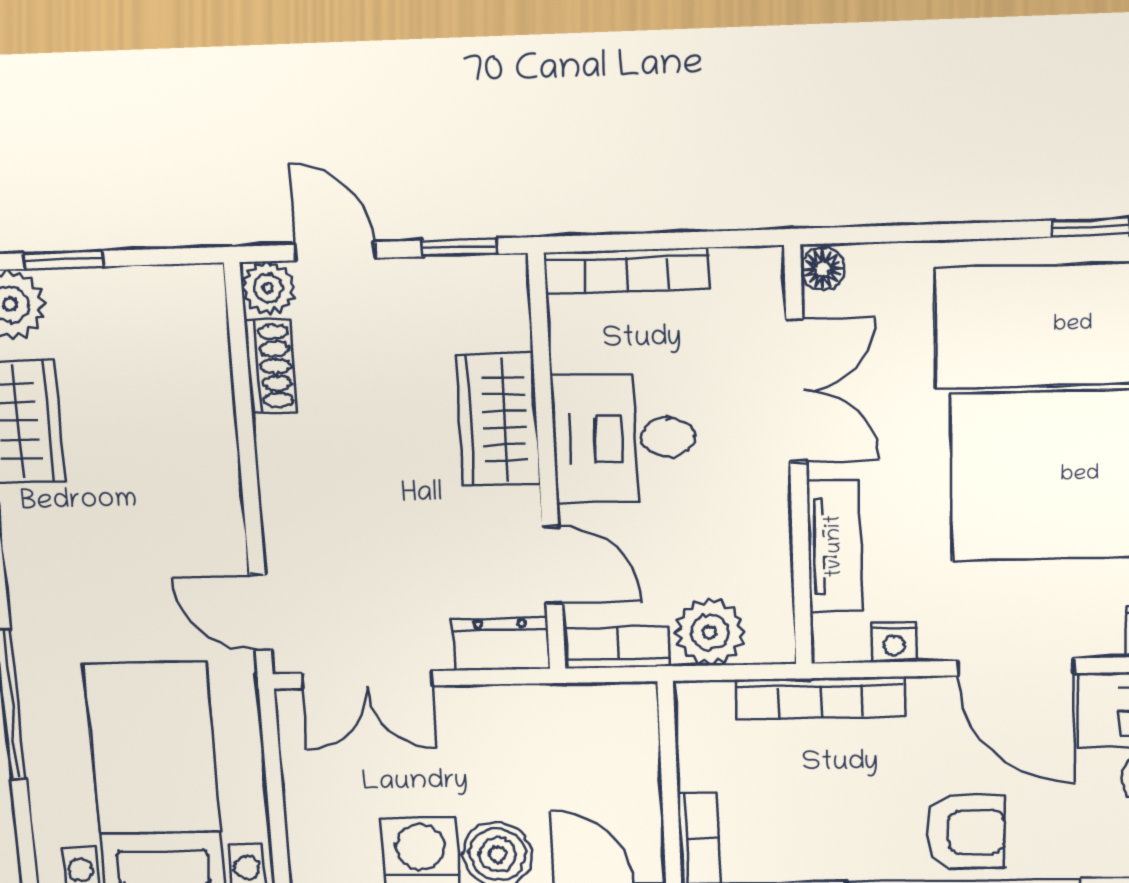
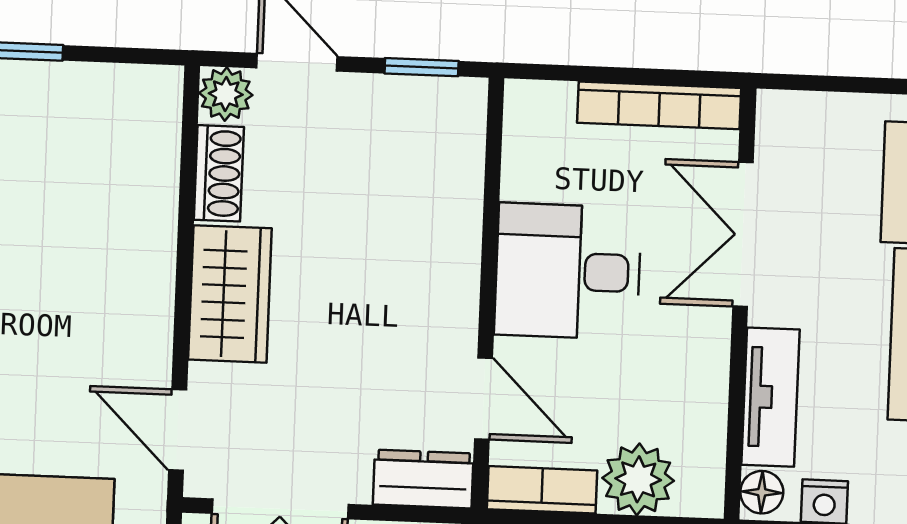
floor lamp: (823, 269) -> (762, 492), moved
bookcase: (627, 271) -> (659, 105), moved
double door: (796, 391) -> (743, 234), swing flipped
wardrobe: (498, 420) -> (230, 294), moved, turned 180

